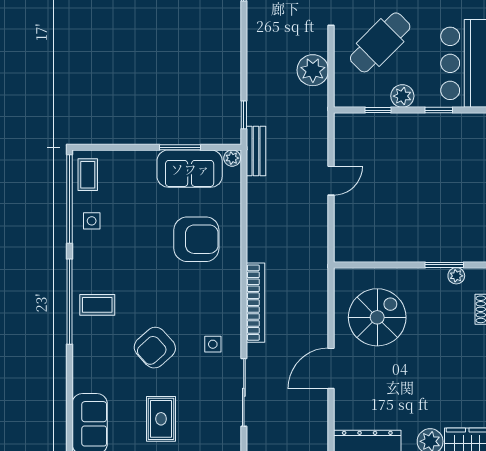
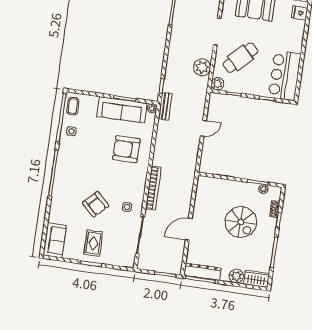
plant: (402, 96) -> (217, 84), moved
sofa: (190, 169) -> (122, 110), width x1.36
armchair: (196, 239) -> (126, 149), turned 180
coffee table: (97, 305) -> (68, 177), removed
spiral stairs: (377, 317) -> (241, 222), moved, turned 90
armchair: (155, 348) -> (96, 204), turned -93

